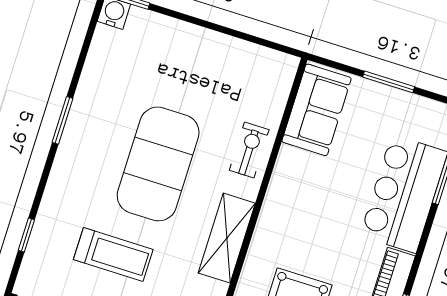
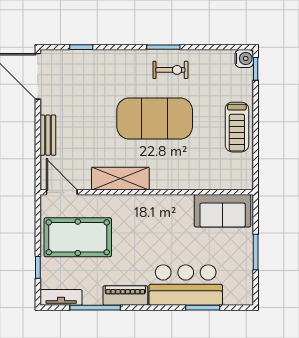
exercise bike: (249, 150) -> (170, 70), moved
treadmill: (113, 255) -> (237, 127), moved

